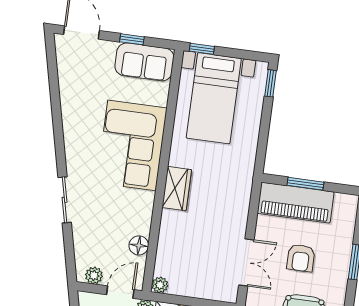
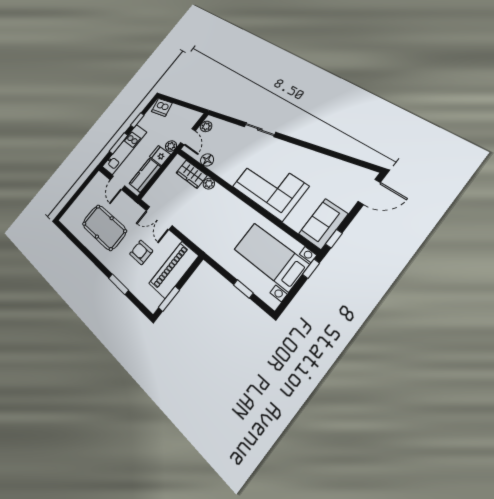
window: (132, 39) -> (334, 239), moved
window: (271, 83) -> (243, 289), moved
window: (305, 184) -> (169, 299), moved
wardrobe: (177, 189) -> (191, 174), moved
plant: (160, 285) -> (209, 184), moved

